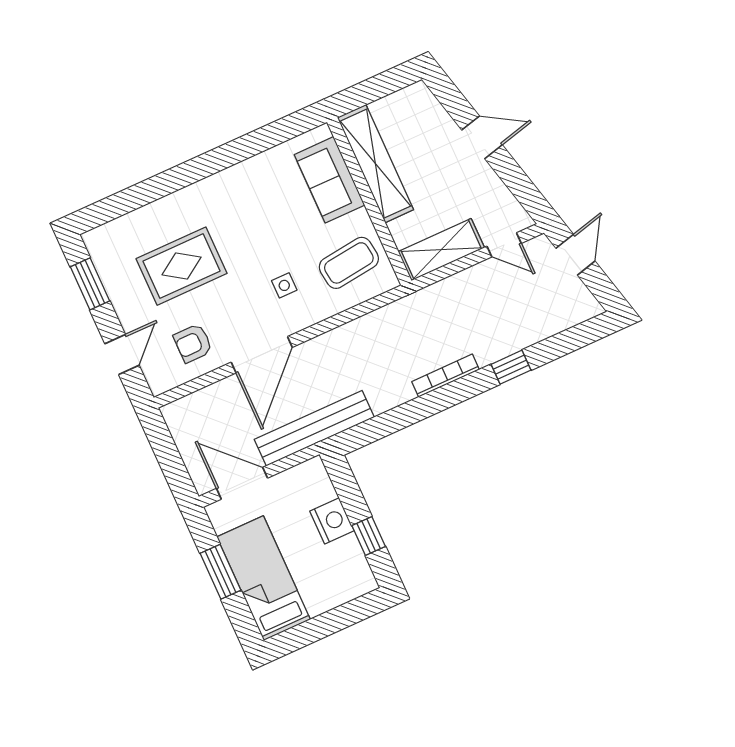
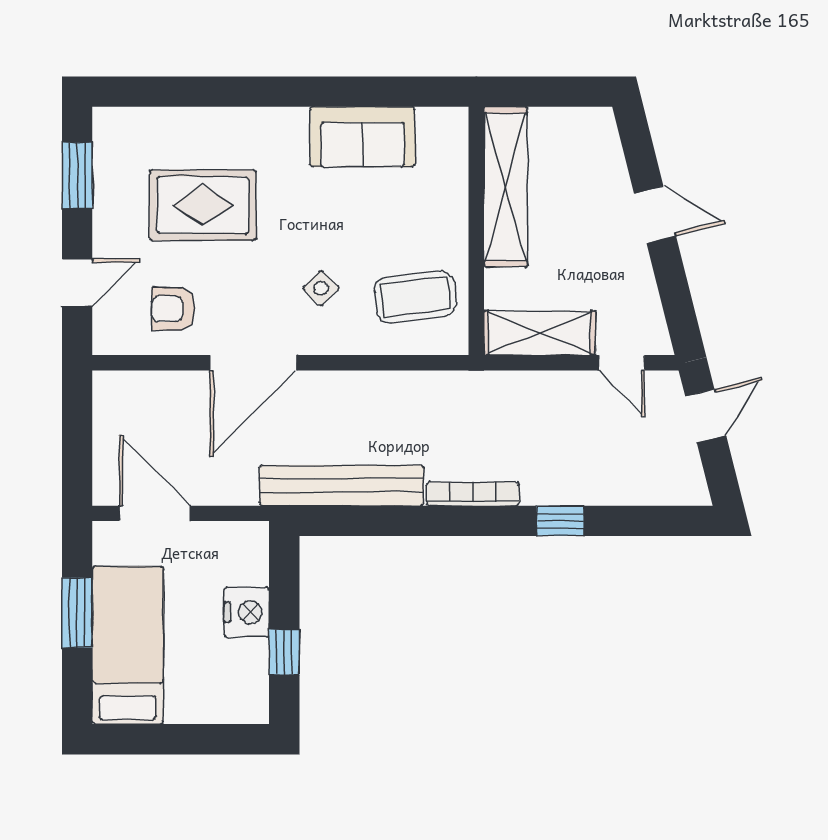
sofa: (330, 180) -> (363, 137), moved, turned -90
side table: (284, 285) -> (321, 288), turned 45
bench: (314, 428) -> (342, 485), moved

